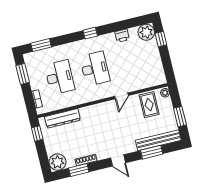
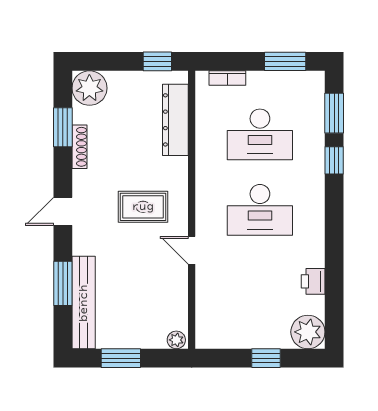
window: (90, 33) -> (334, 160), moved
window: (161, 39) -> (266, 358), moved
rug: (149, 105) -> (143, 207), moved

